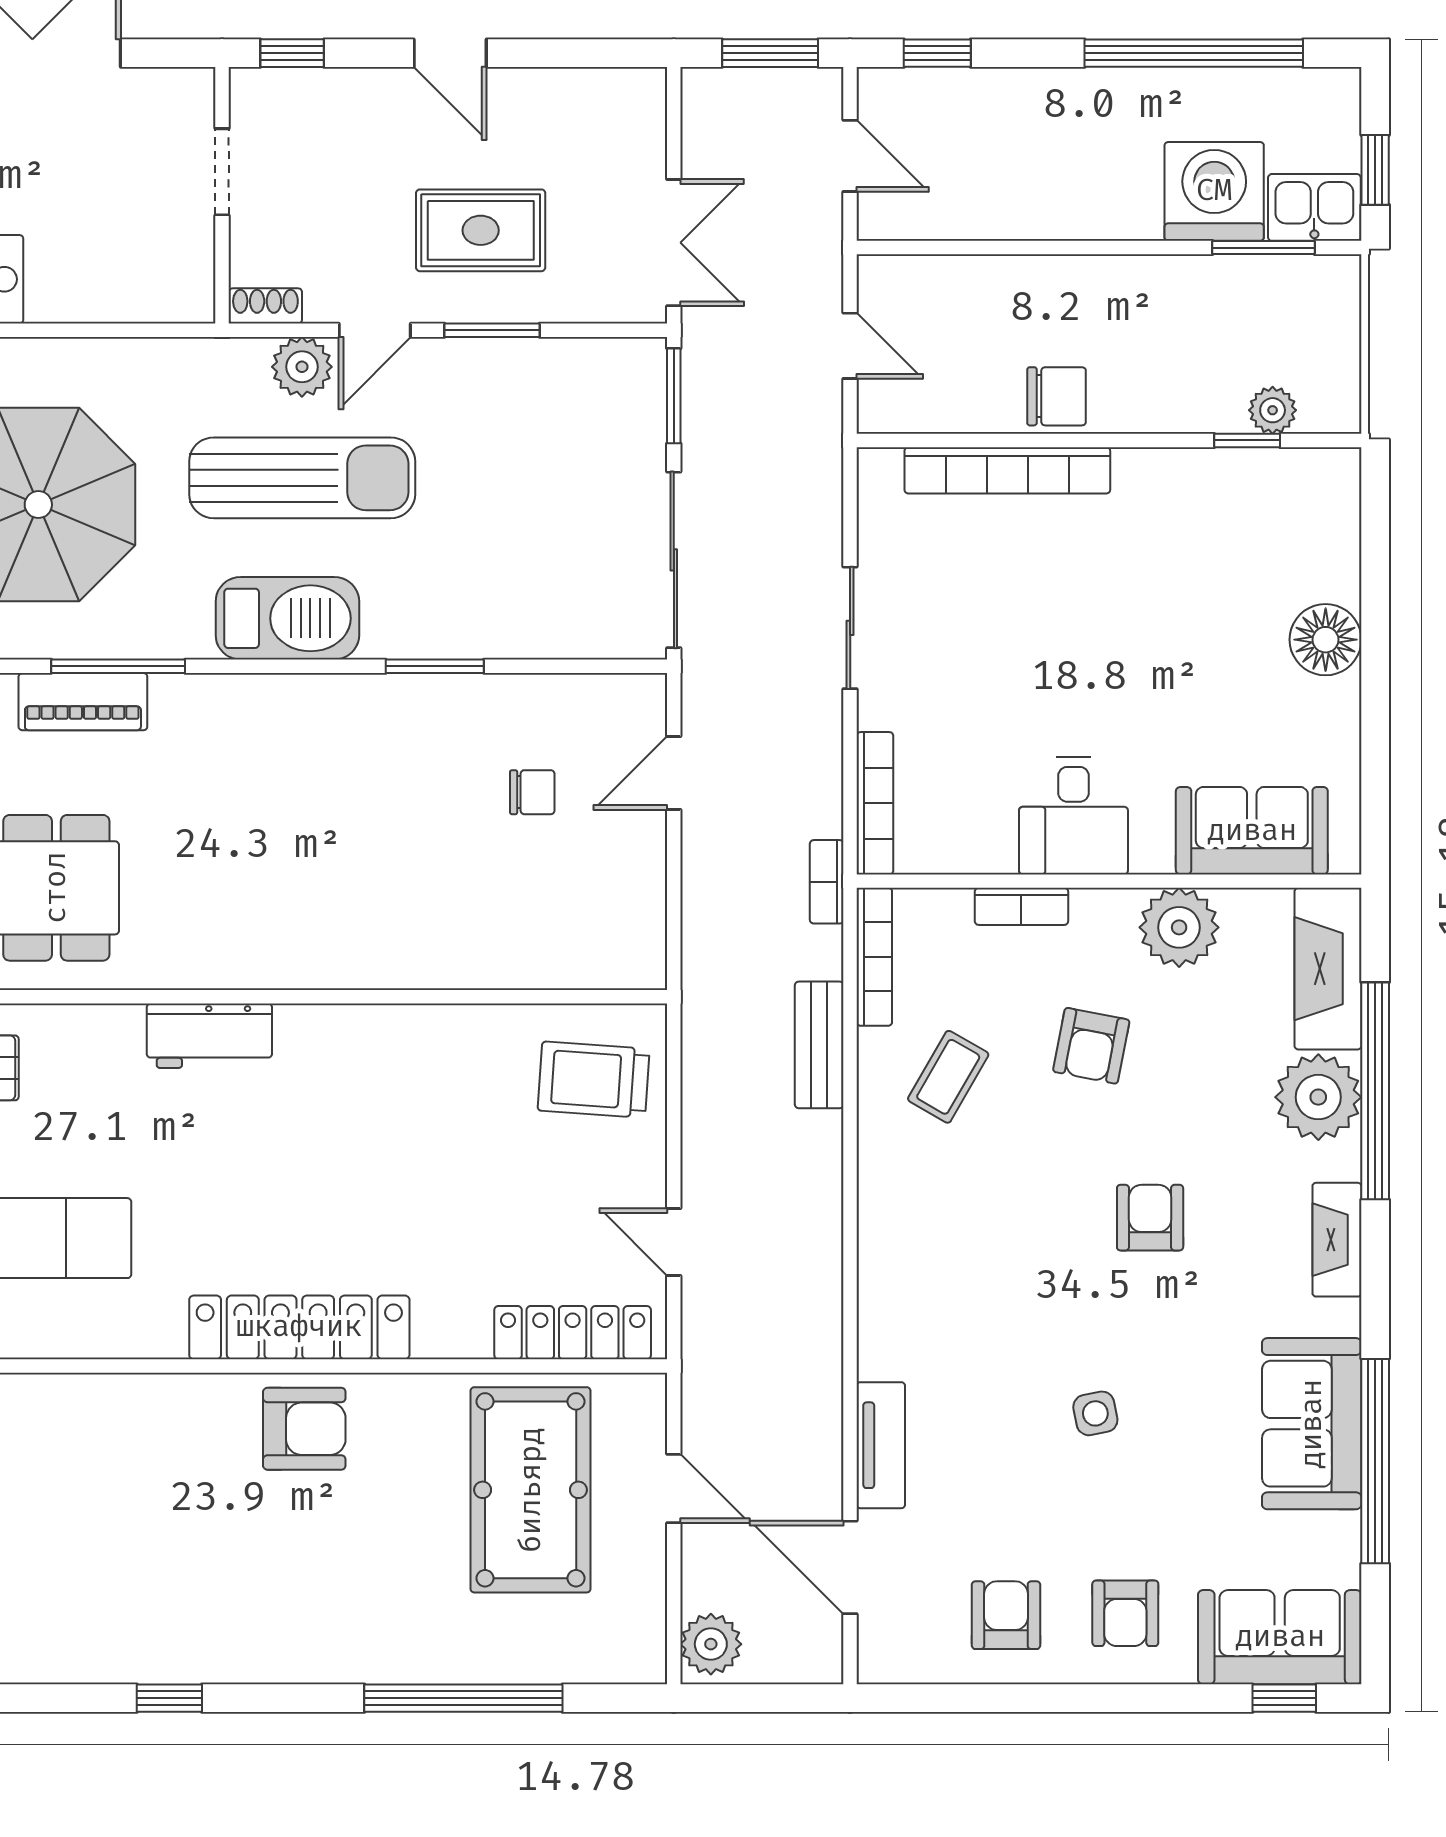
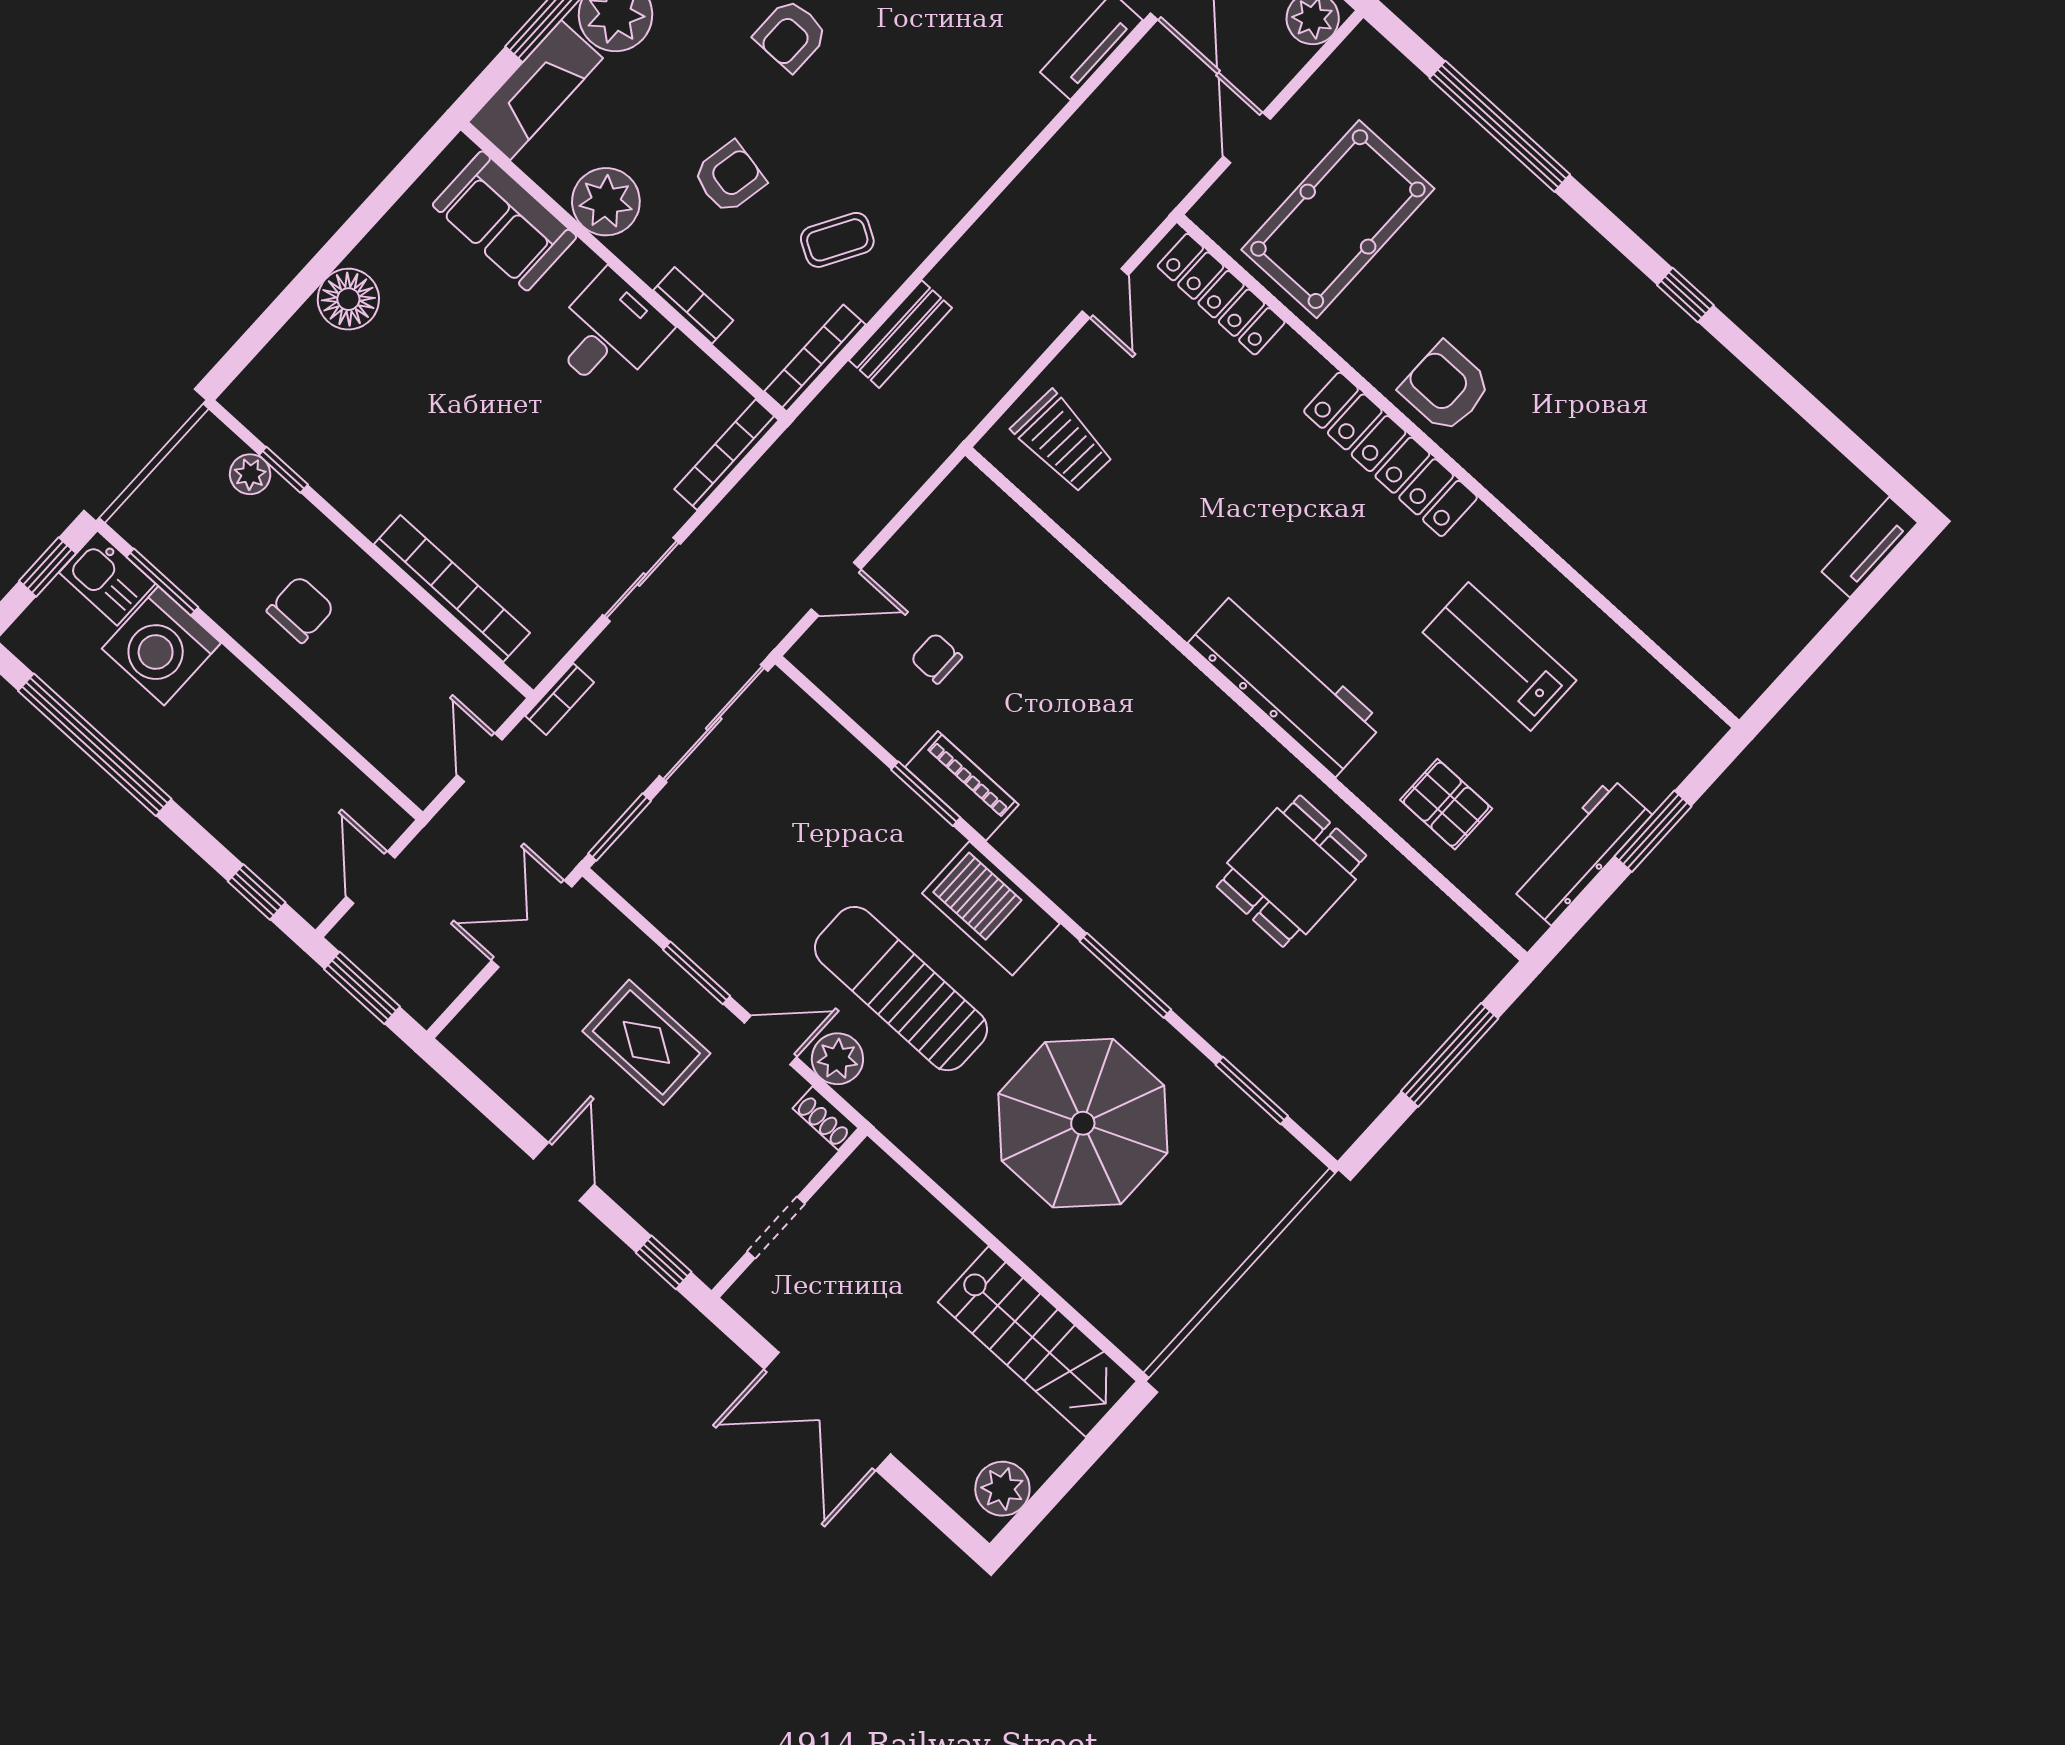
chair: (1057, 396) -> (301, 609), moved, turned 90
piano: (83, 702) -> (962, 786), moved
bookcase: (827, 882) -> (560, 699), moved
workbench: (209, 1036) -> (1286, 683), width x1.87, depth x1.32

